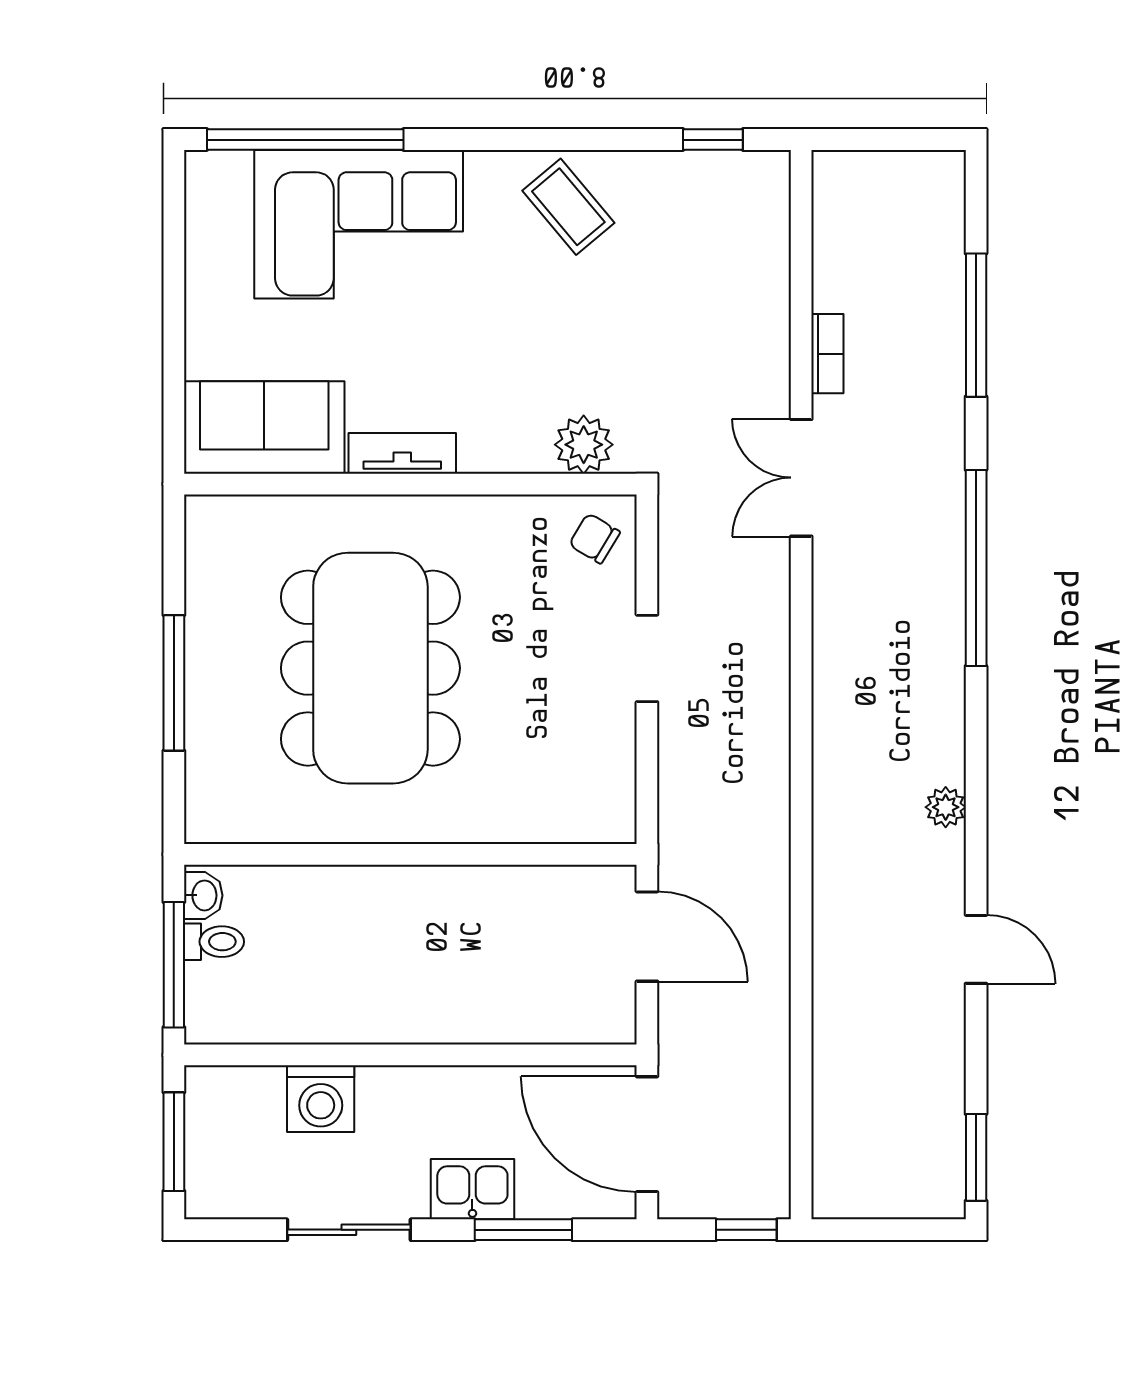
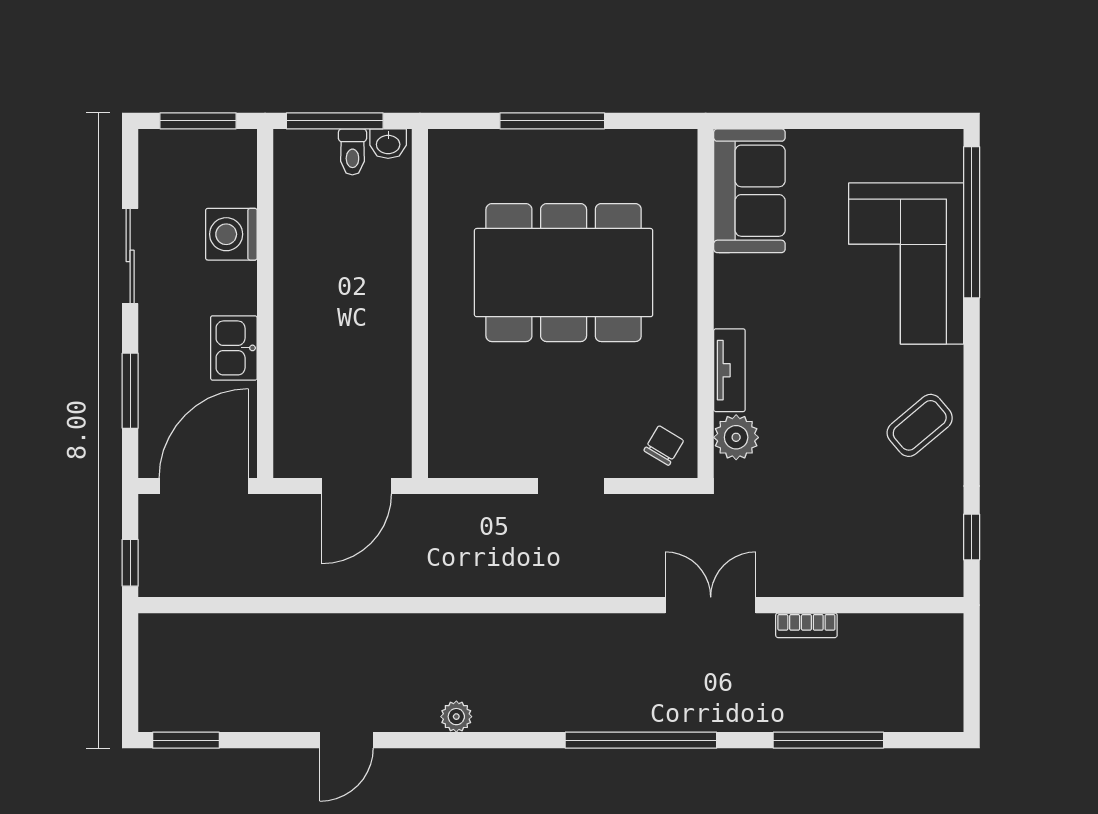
tv unit: (402, 453) -> (729, 370), moved
kitchen sink: (472, 1189) -> (234, 348), moved, turned 180

